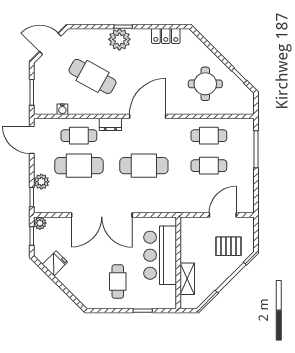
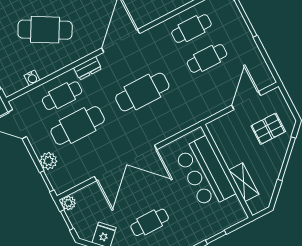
cafe table: (118, 281) -> (150, 222), moved, turned 90

